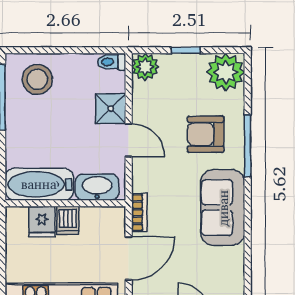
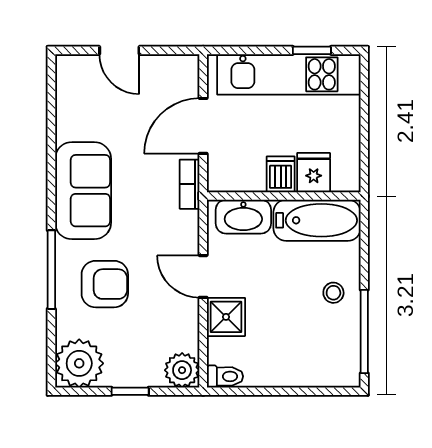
stool: (37, 79) -> (333, 293), moved, width x0.53, depth x0.53

